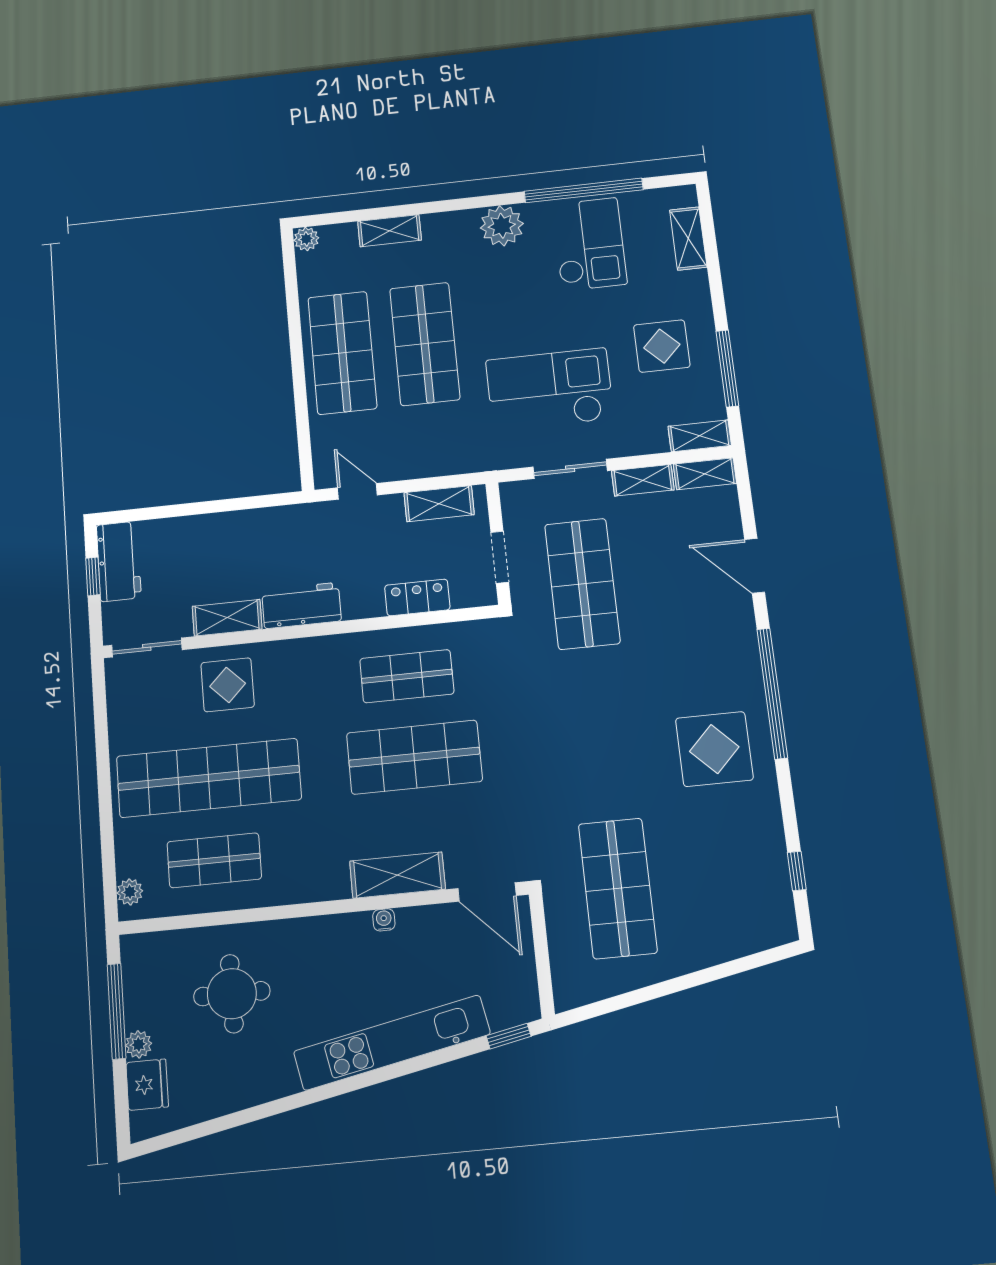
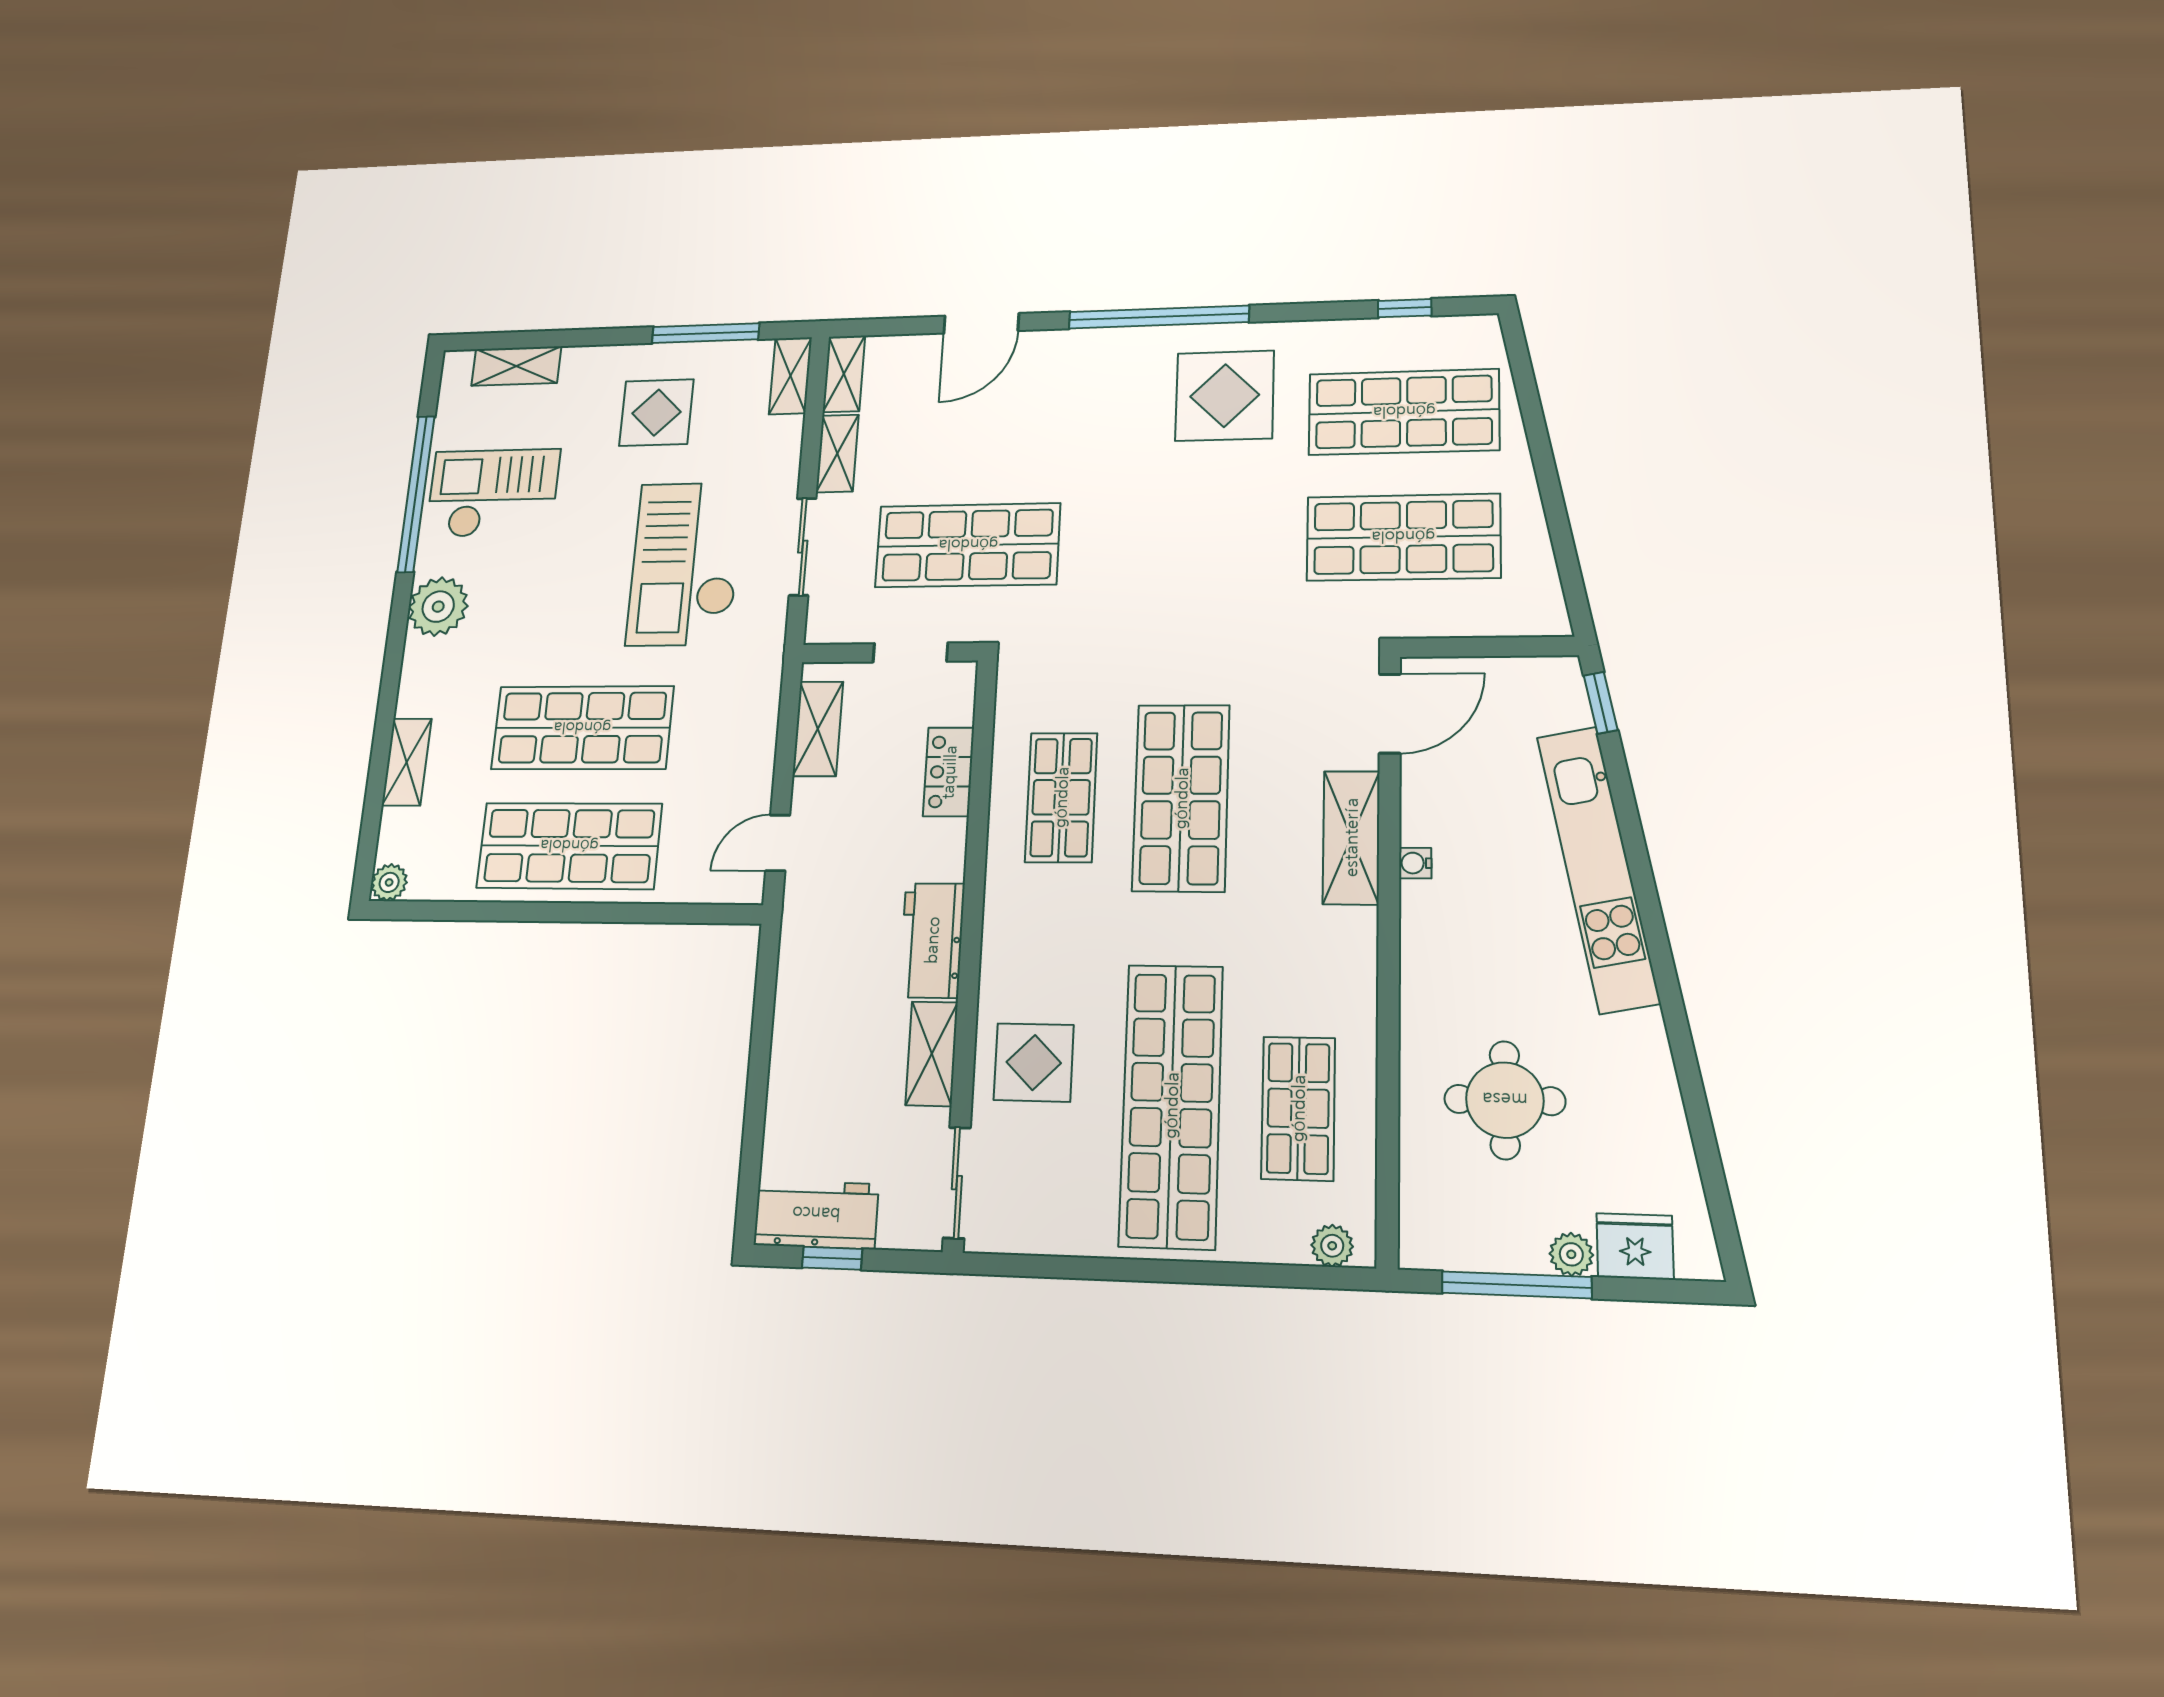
shop shelf: (714, 879) -> (1404, 412), added

